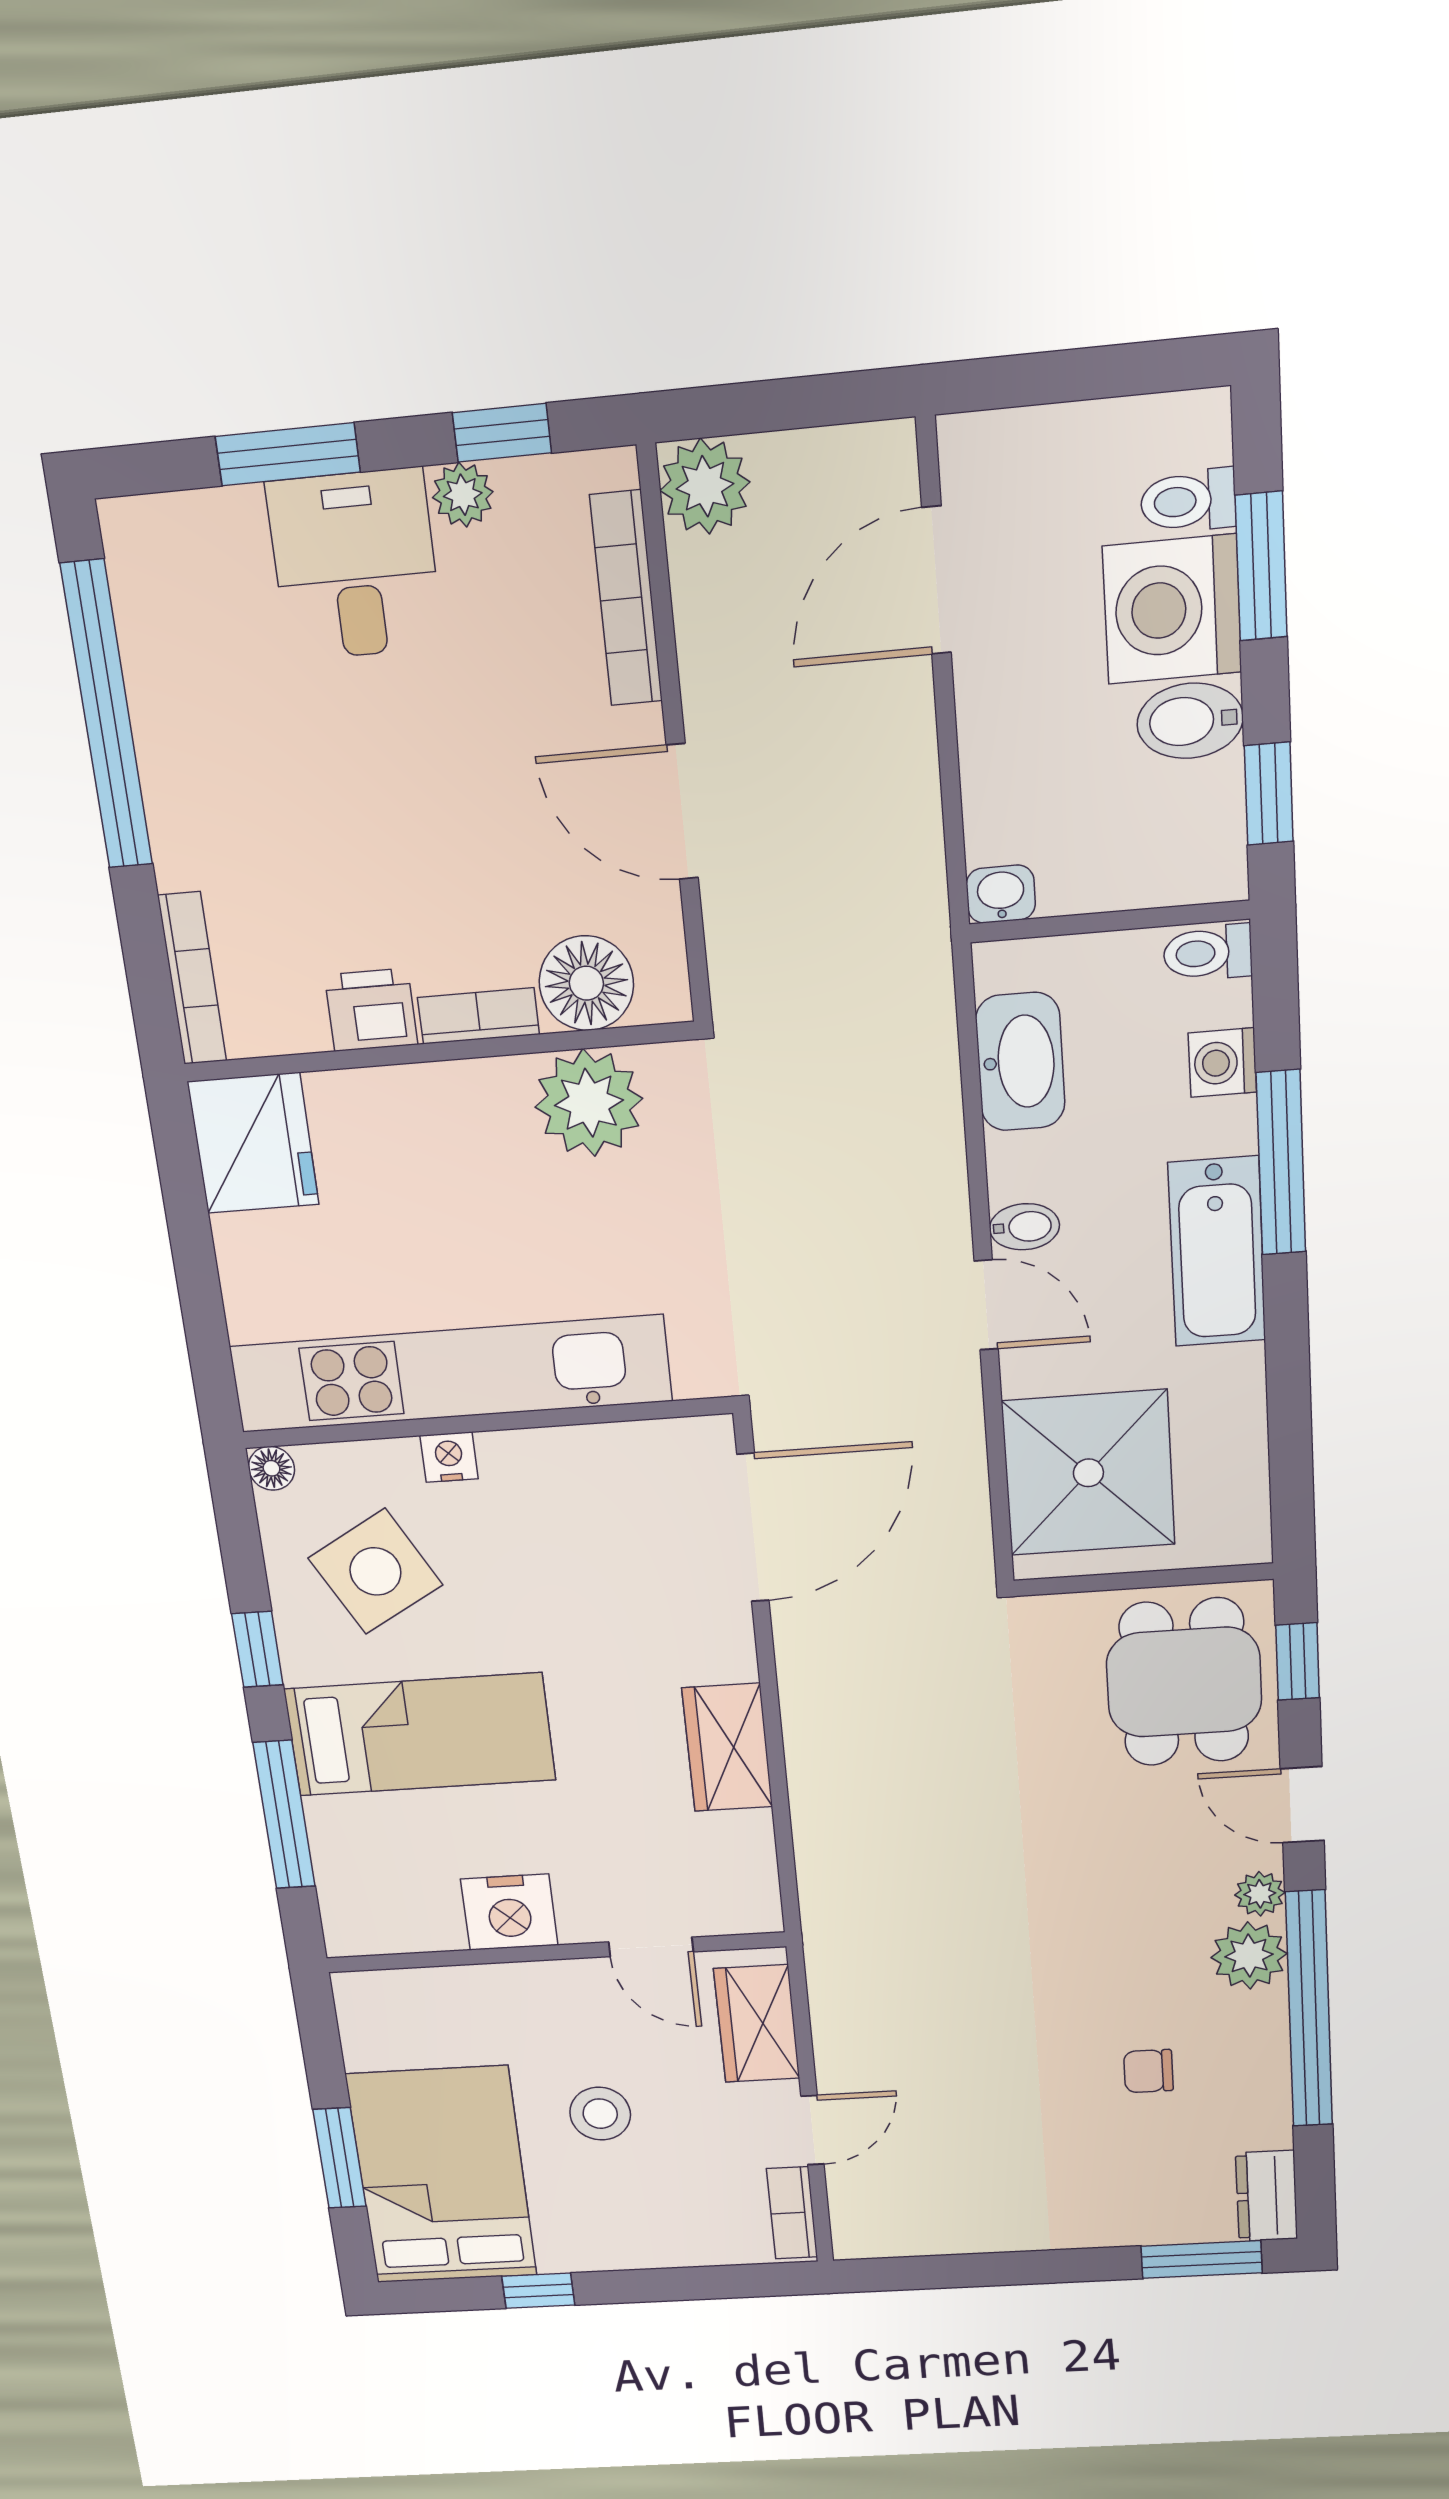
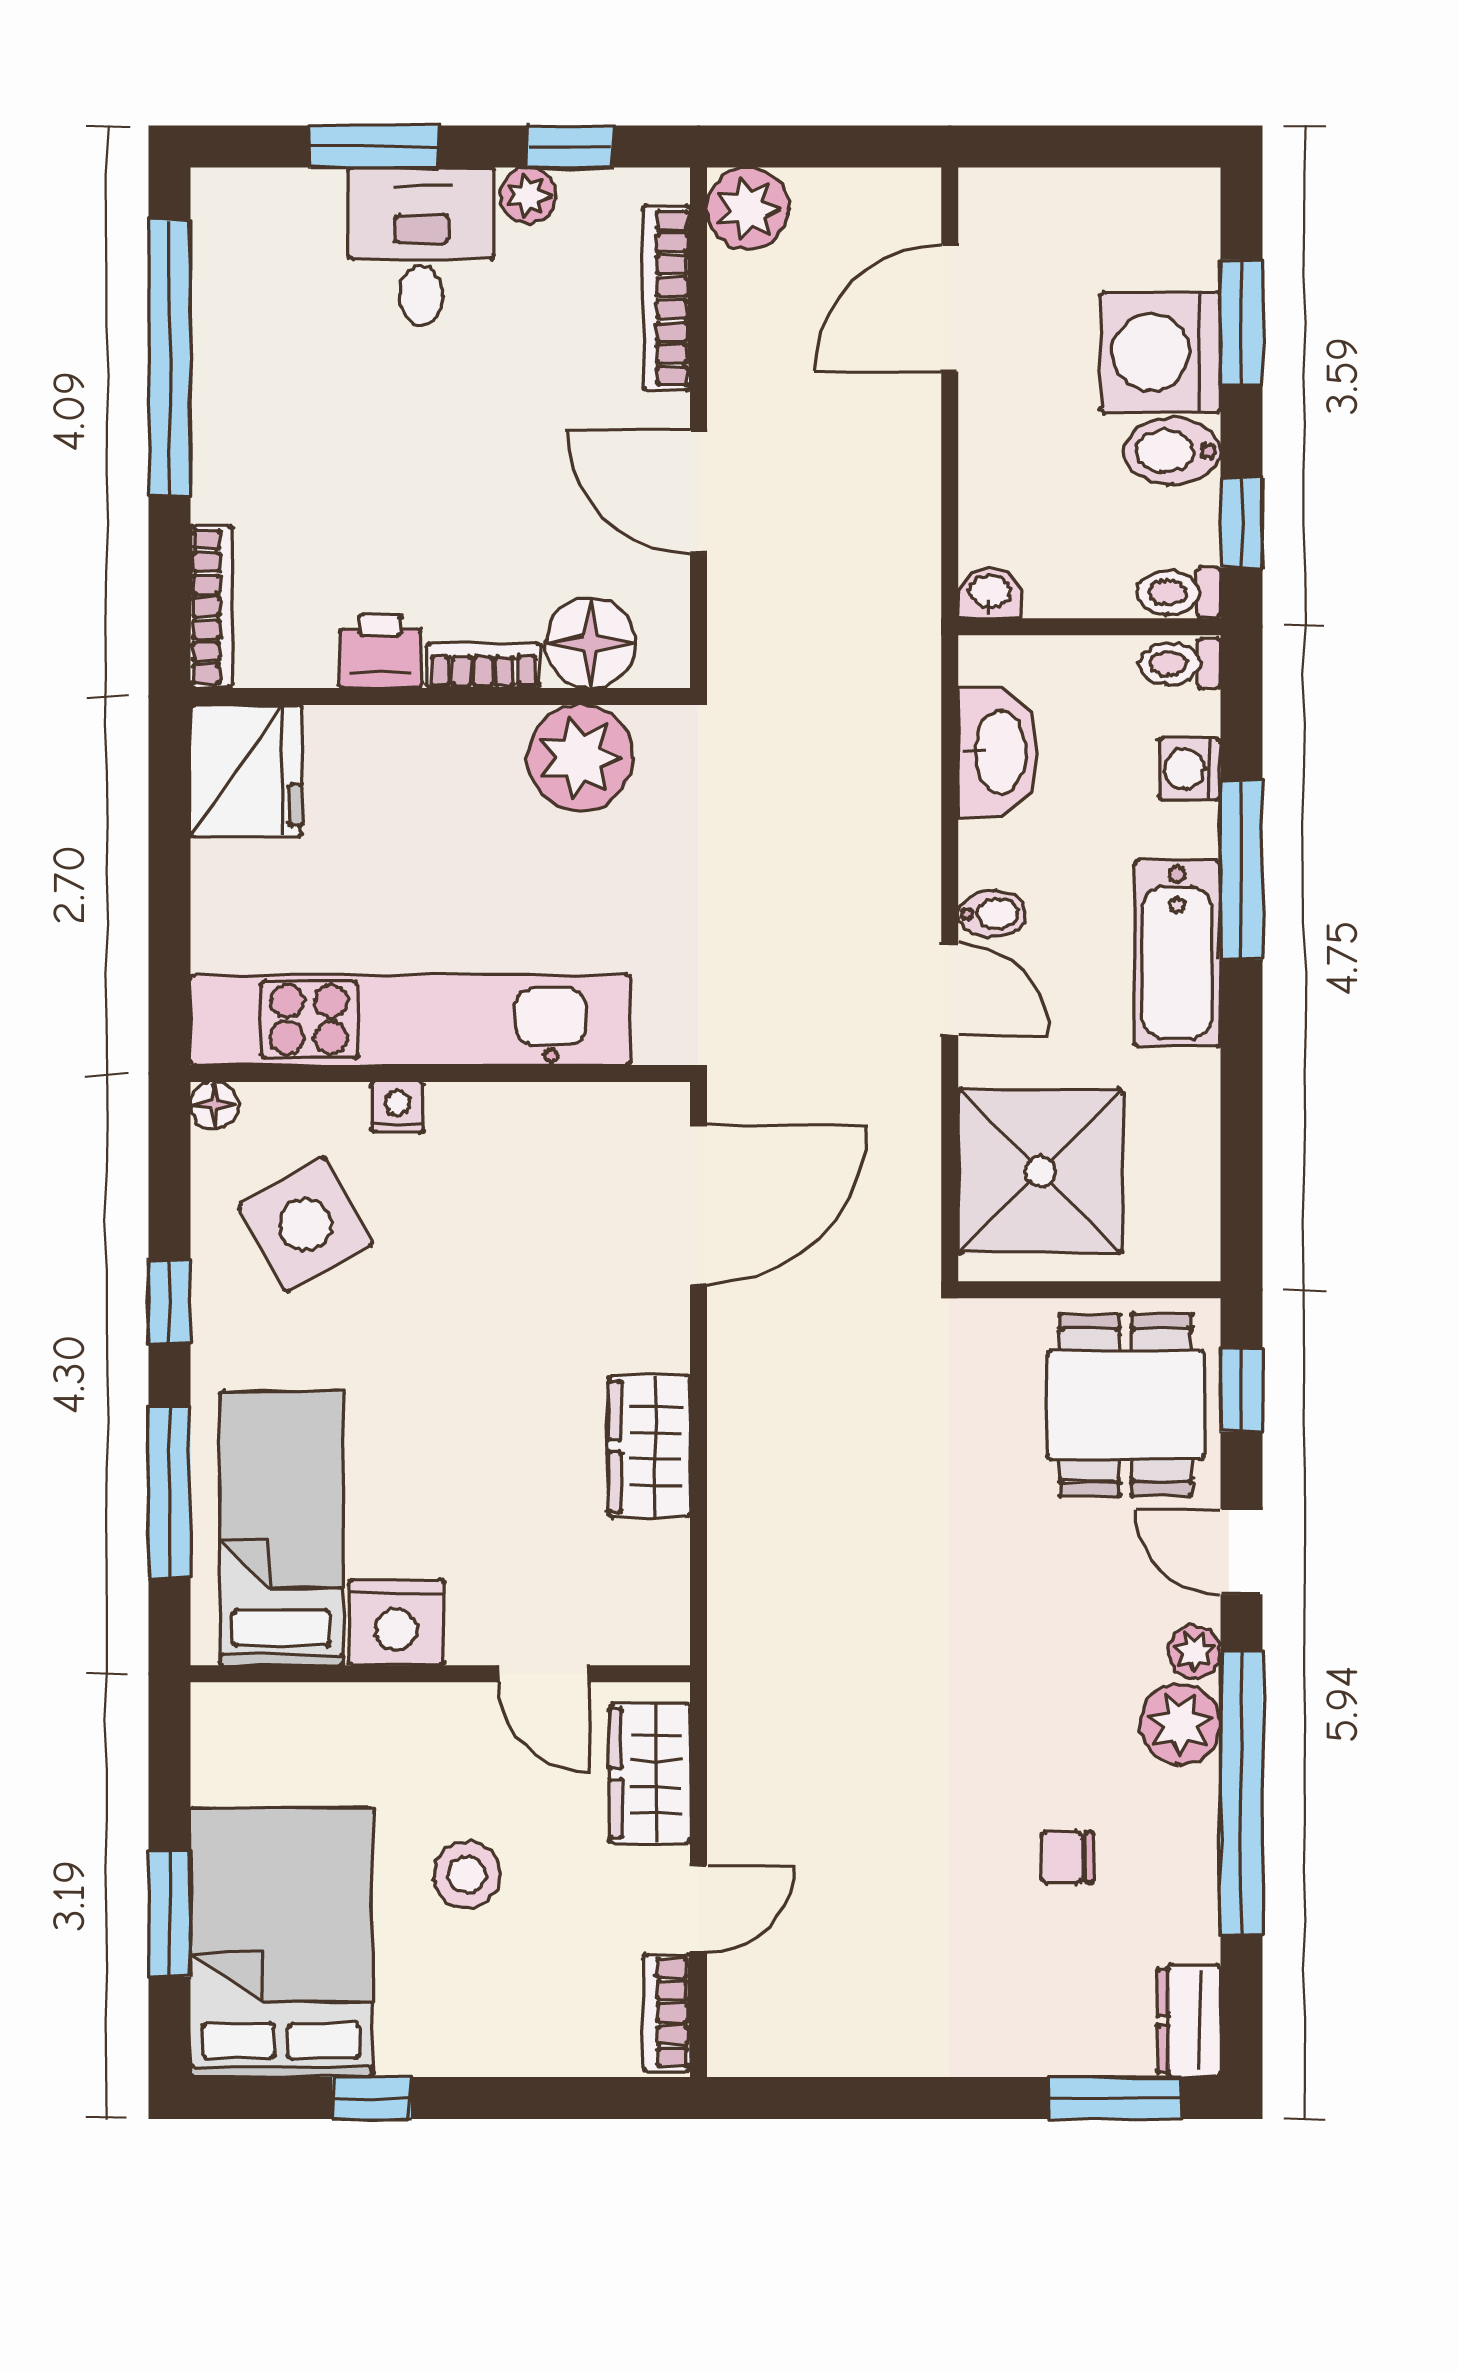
toilet: (1188, 501) -> (1179, 593), moved
bed: (420, 1734) -> (282, 1528), moved, turned -90

